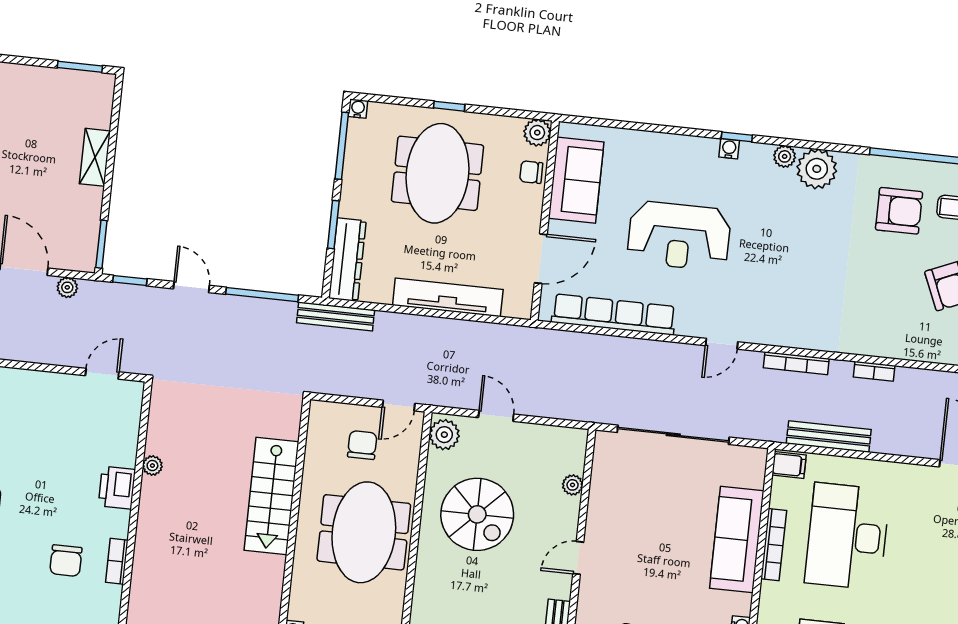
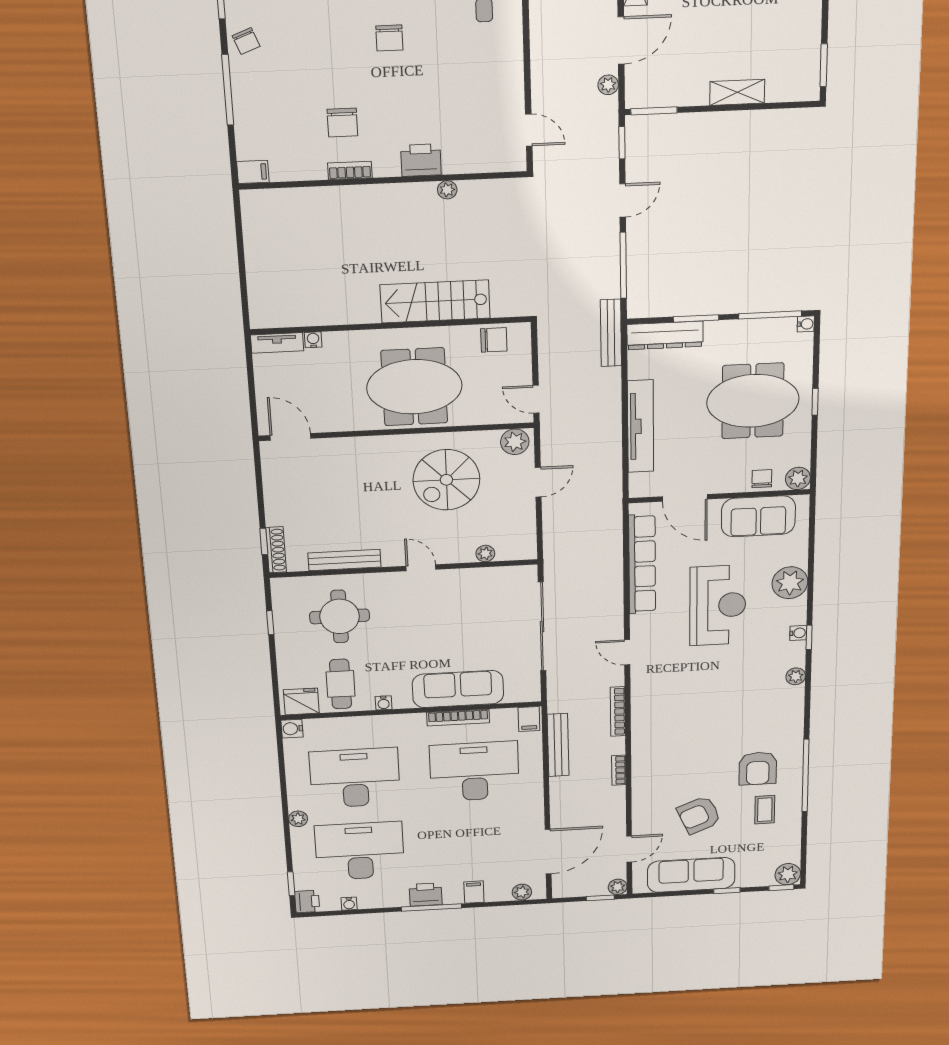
plant: (817, 169) -> (790, 583), moved
reception desk: (679, 236) -> (718, 605), turned 180
chair: (362, 445) -> (494, 340), moved
chair: (66, 561) -> (342, 123), turned -90

